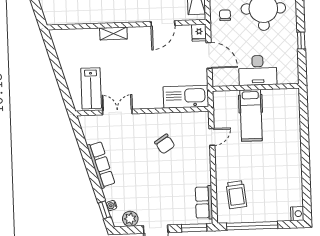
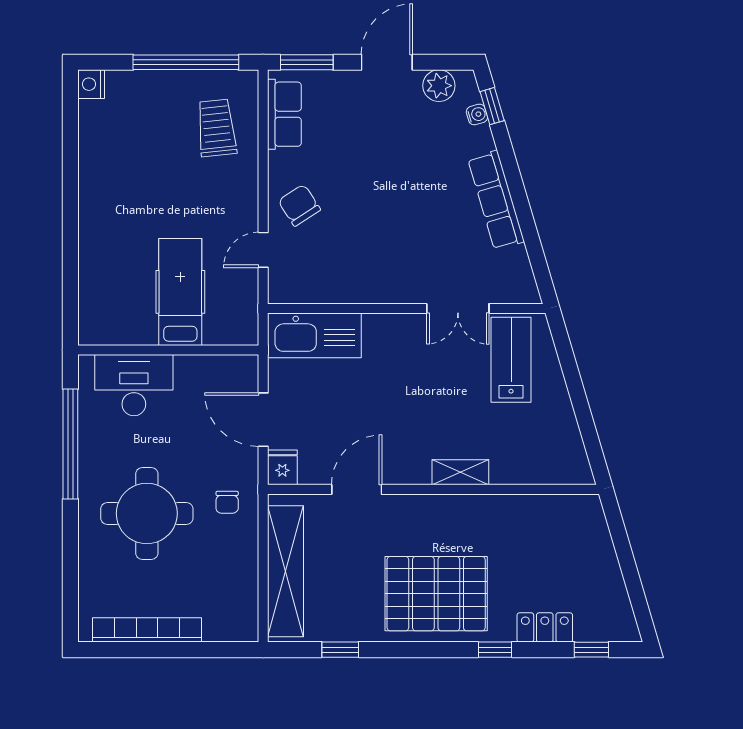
window: (301, 40) -> (70, 444), width x3.17
desk: (258, 70) -> (134, 385), moved
chair: (165, 144) -> (299, 205), moved

